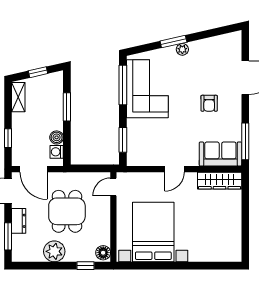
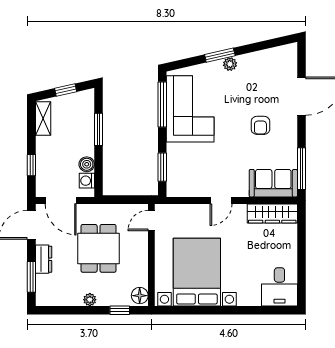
desk: (226, 245) -> (279, 287), added
plant: (54, 251) -> (90, 300), width x0.53, depth x0.53

